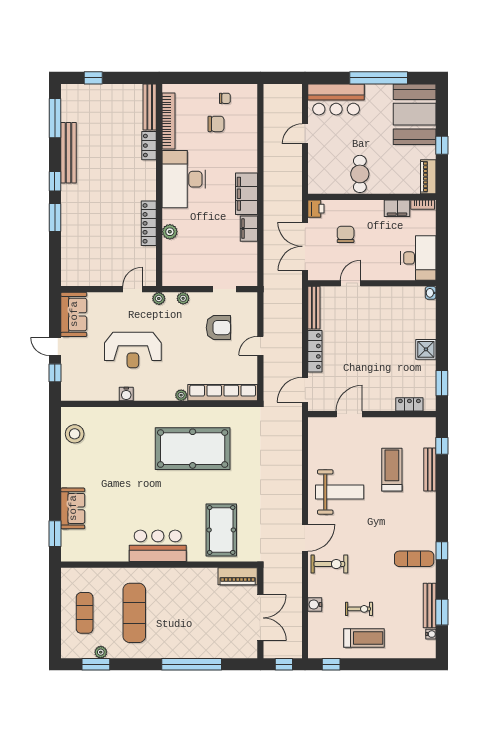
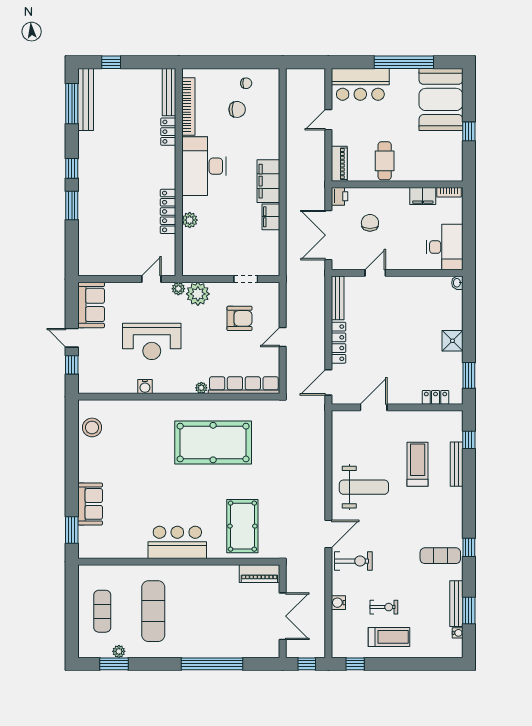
bench: (68, 153) -> (86, 99), moved
piano: (428, 177) -> (339, 164), moved, turned 180
plant: (183, 298) -> (198, 294), width x1.88, depth x1.88

